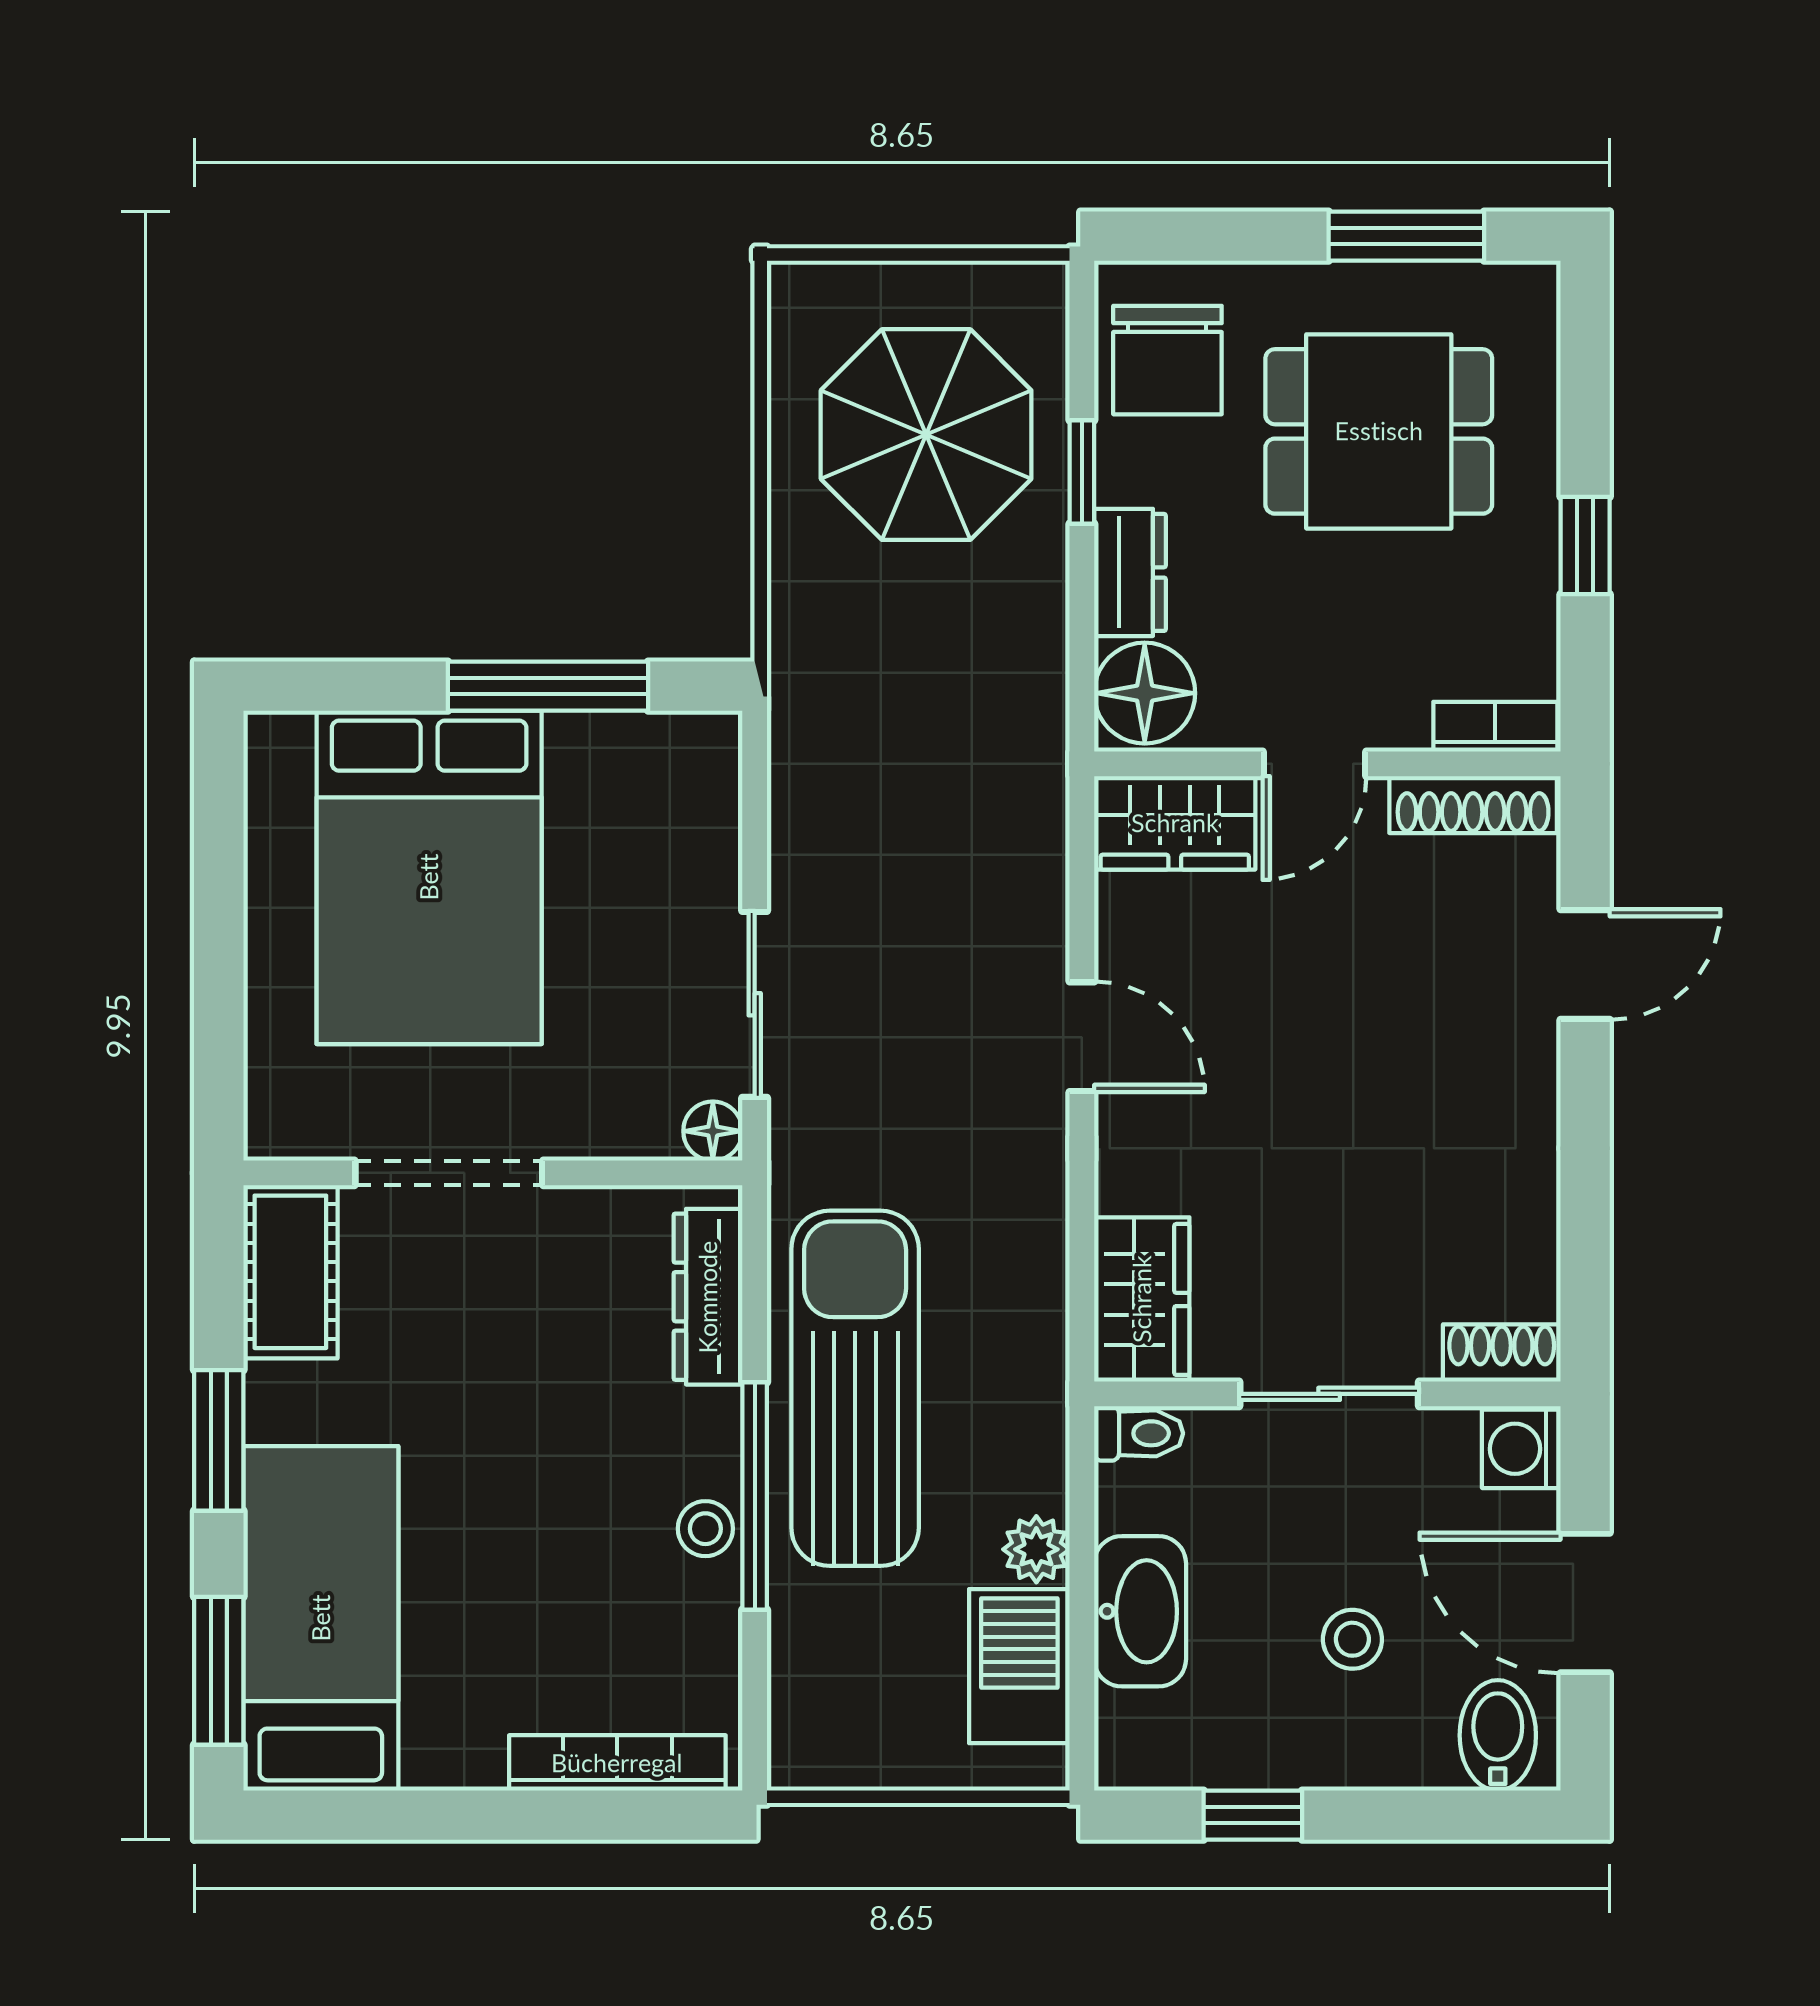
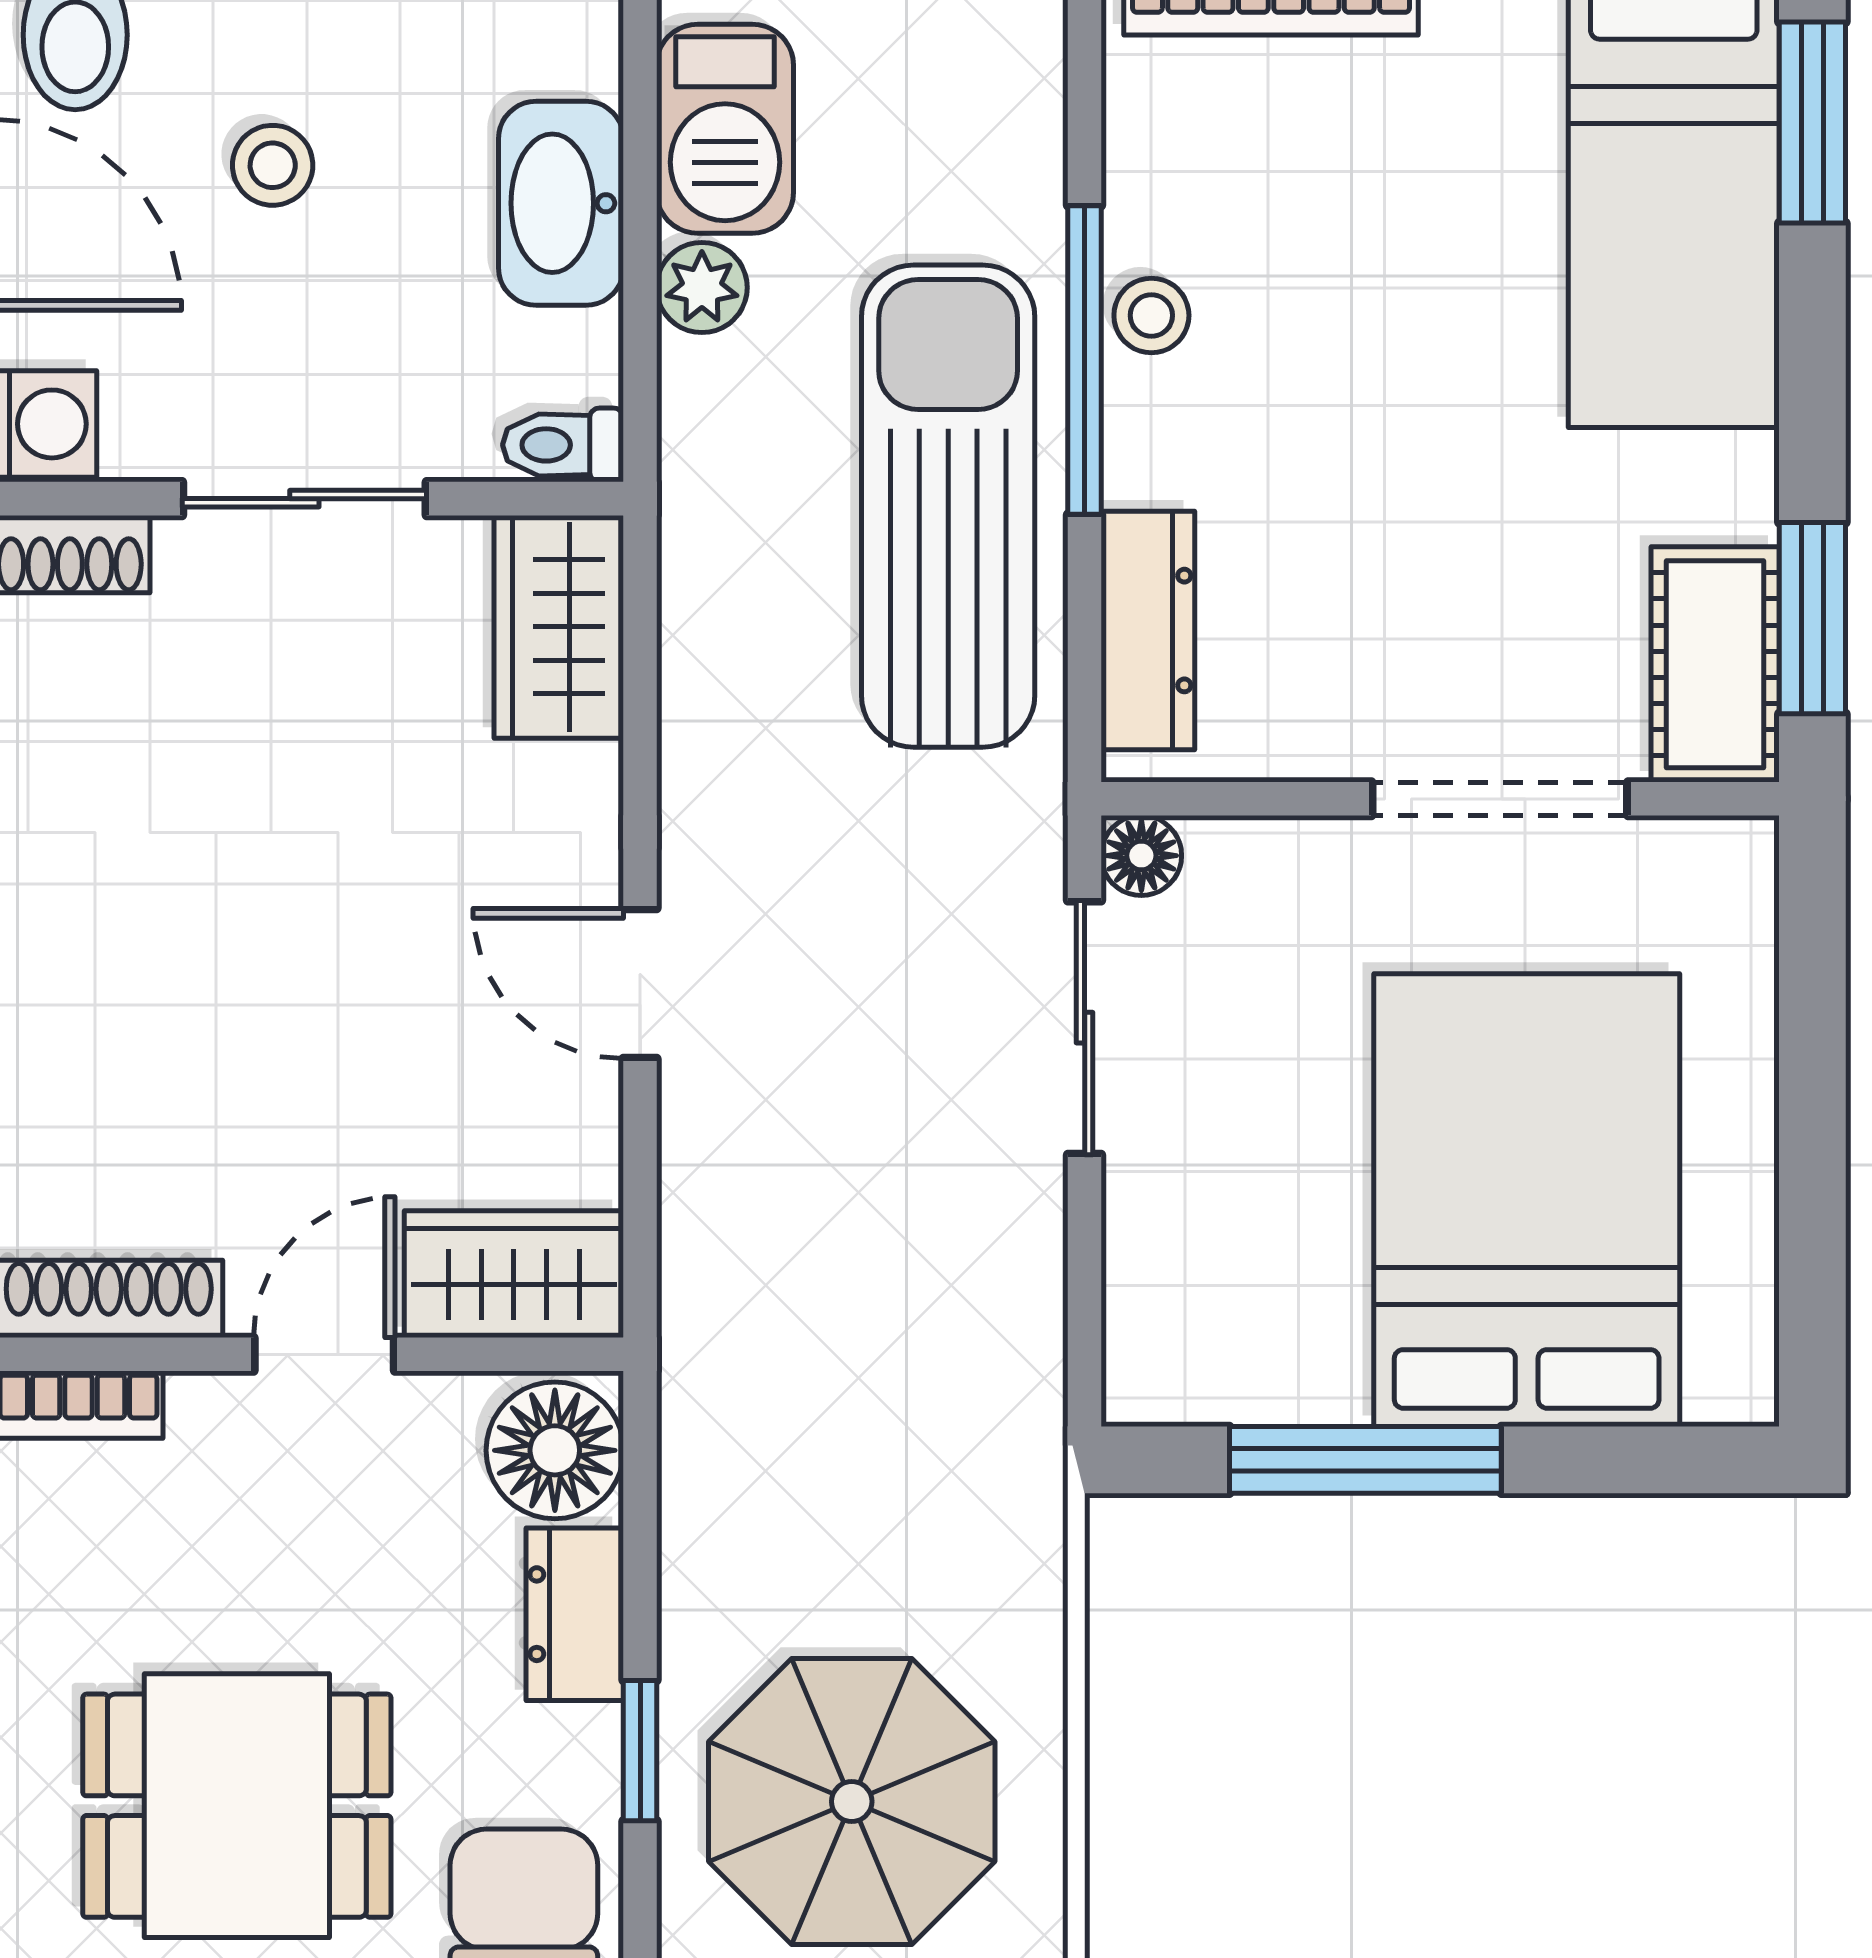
sun lounger: (855, 1388) -> (948, 506), turned 180
window: (219, 1440) -> (1812, 618), moved

